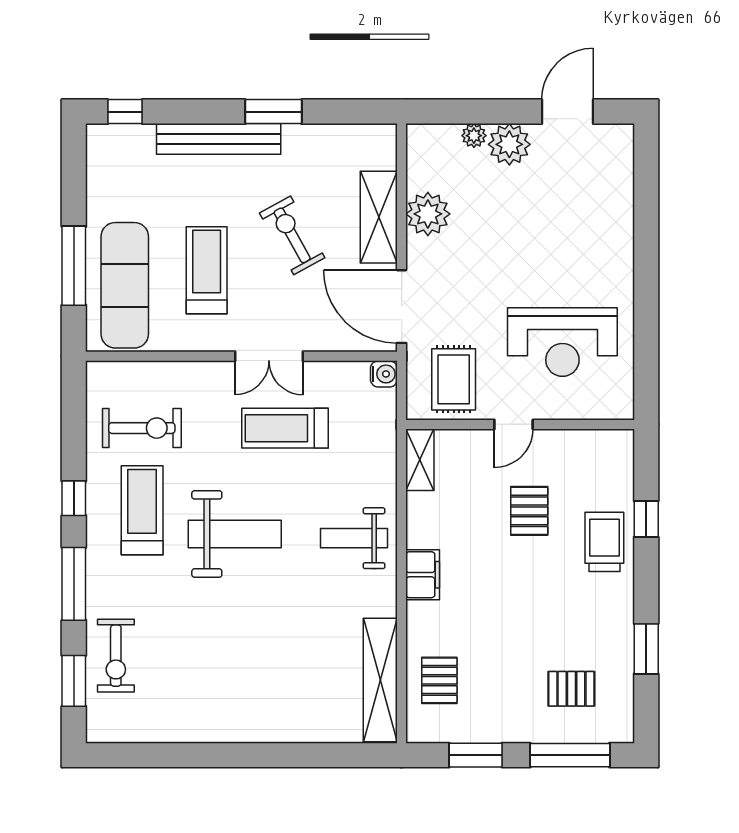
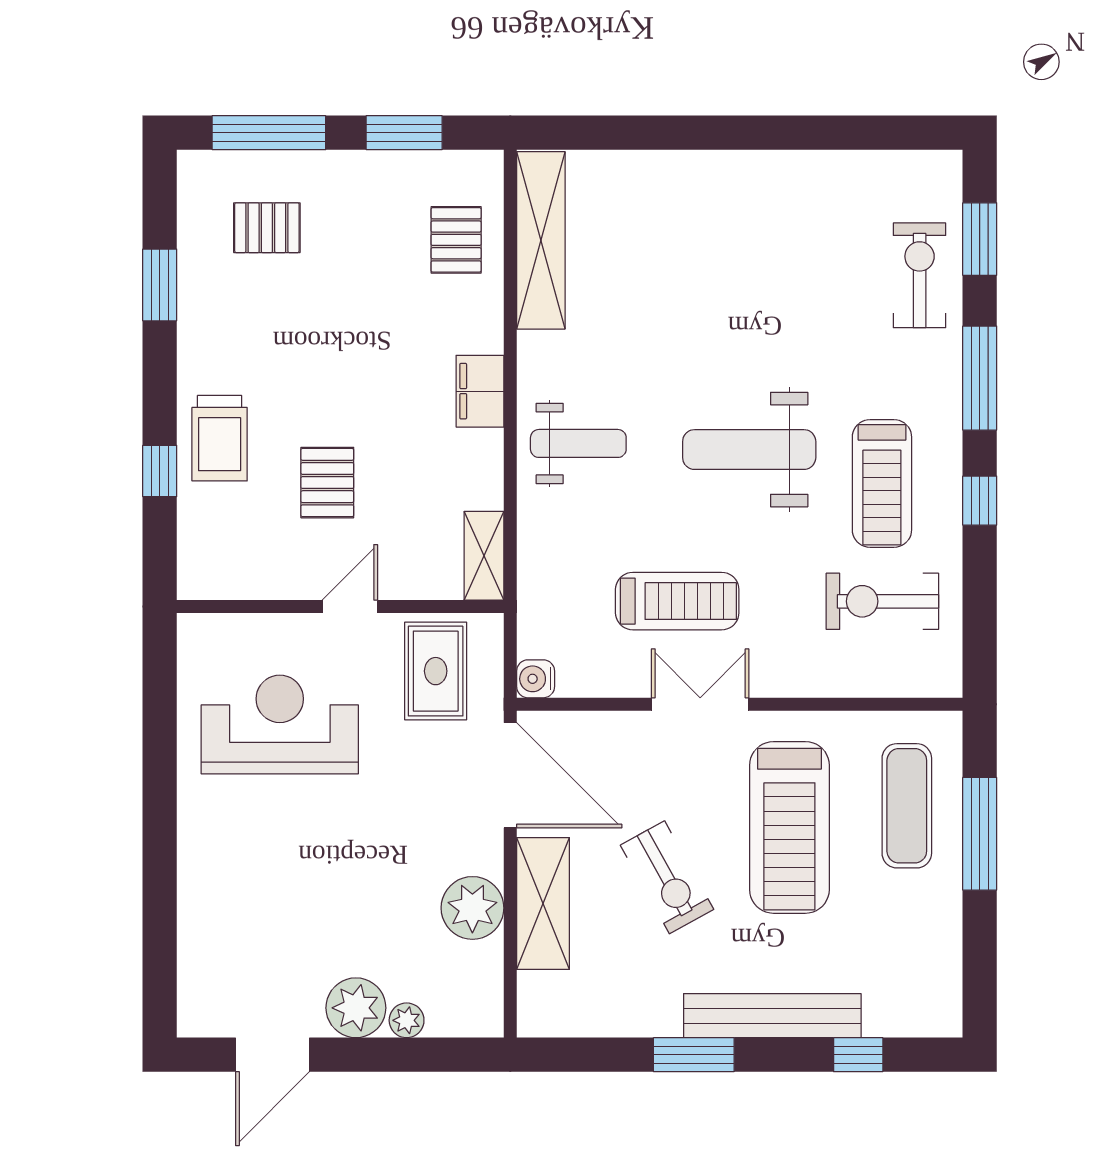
window: (125, 112) -> (858, 1055), moved
treadmill: (207, 270) -> (789, 827), width x1.37, depth x1.38
exercise mat: (125, 285) -> (907, 806), width x0.73, depth x0.69

